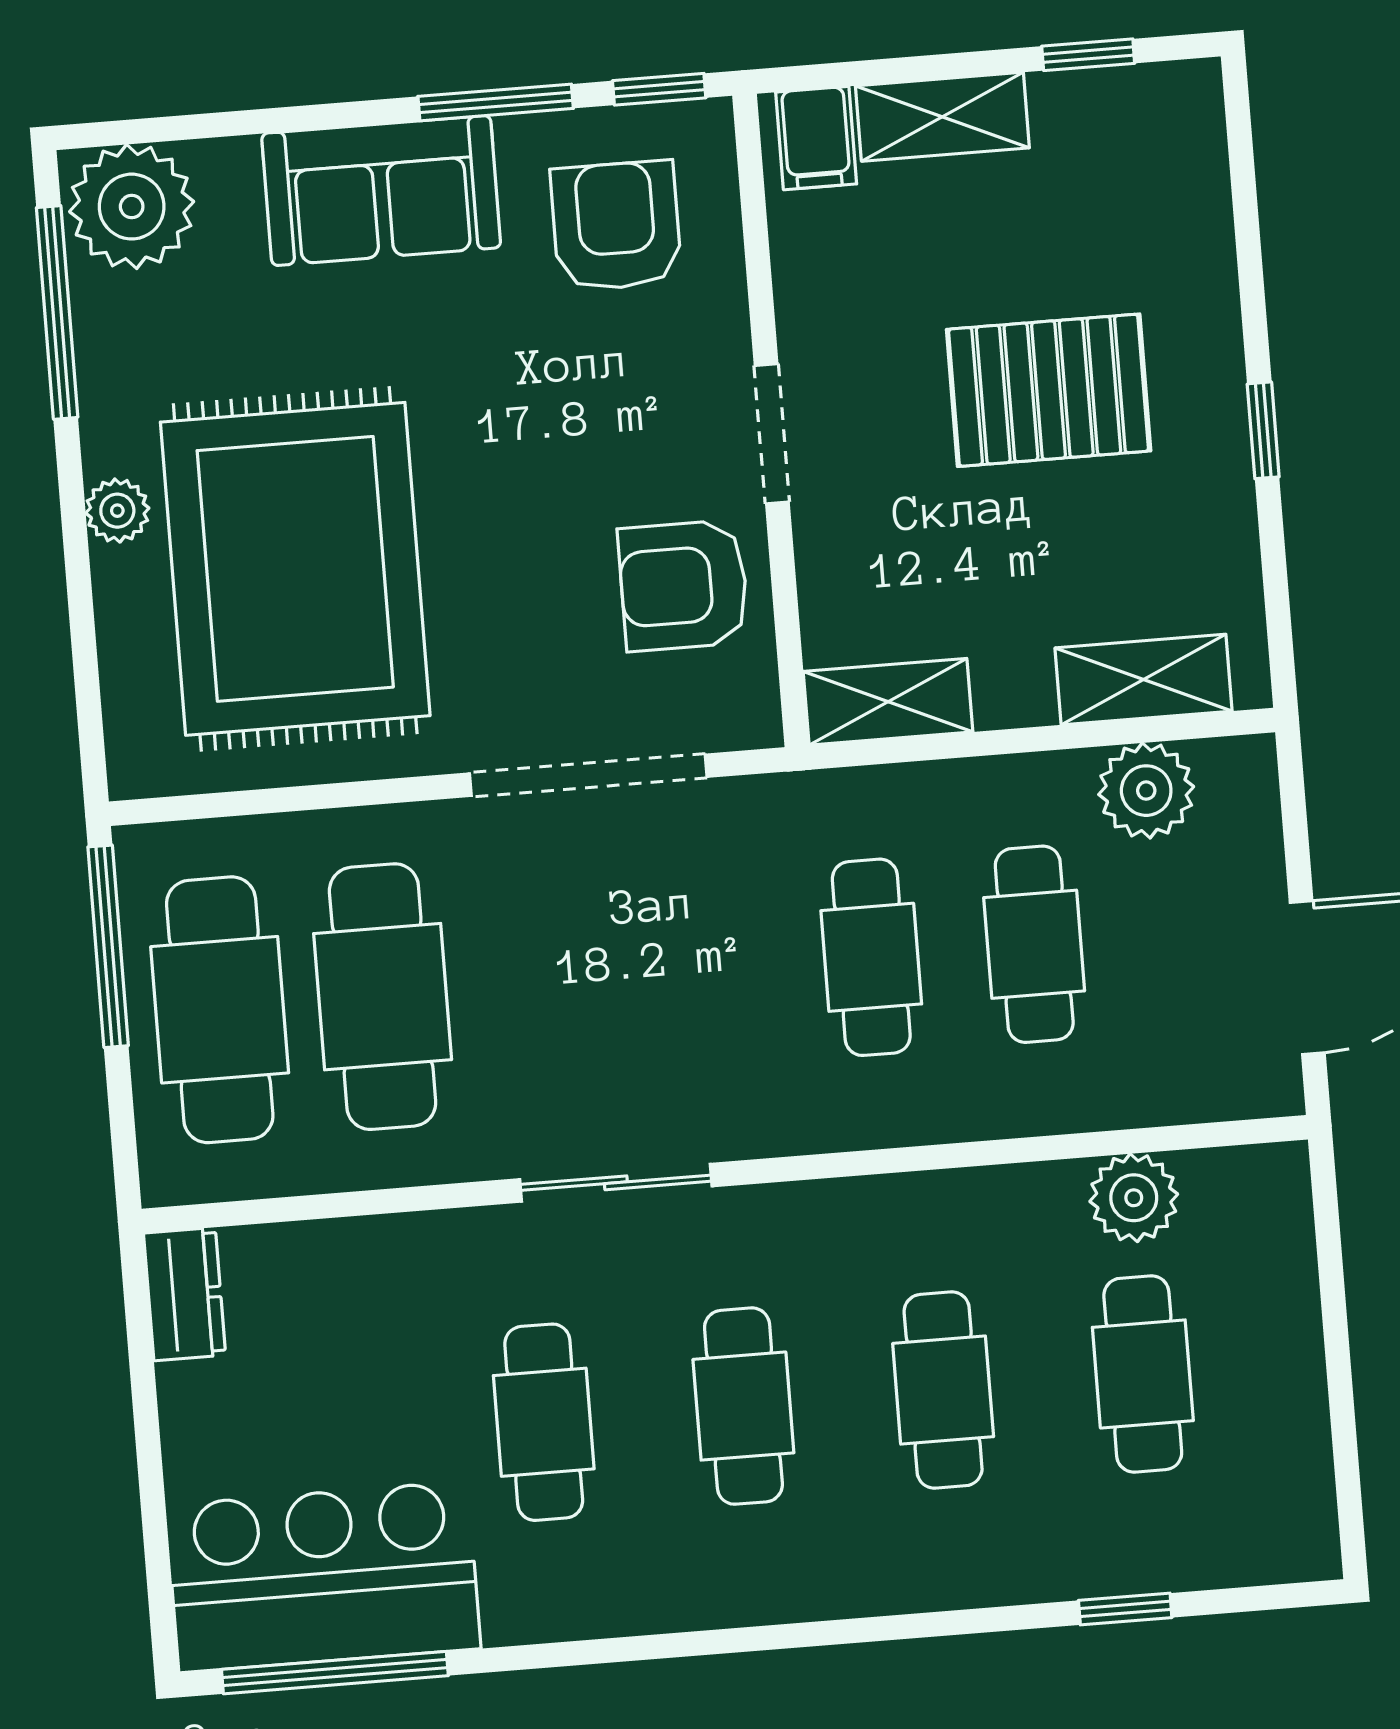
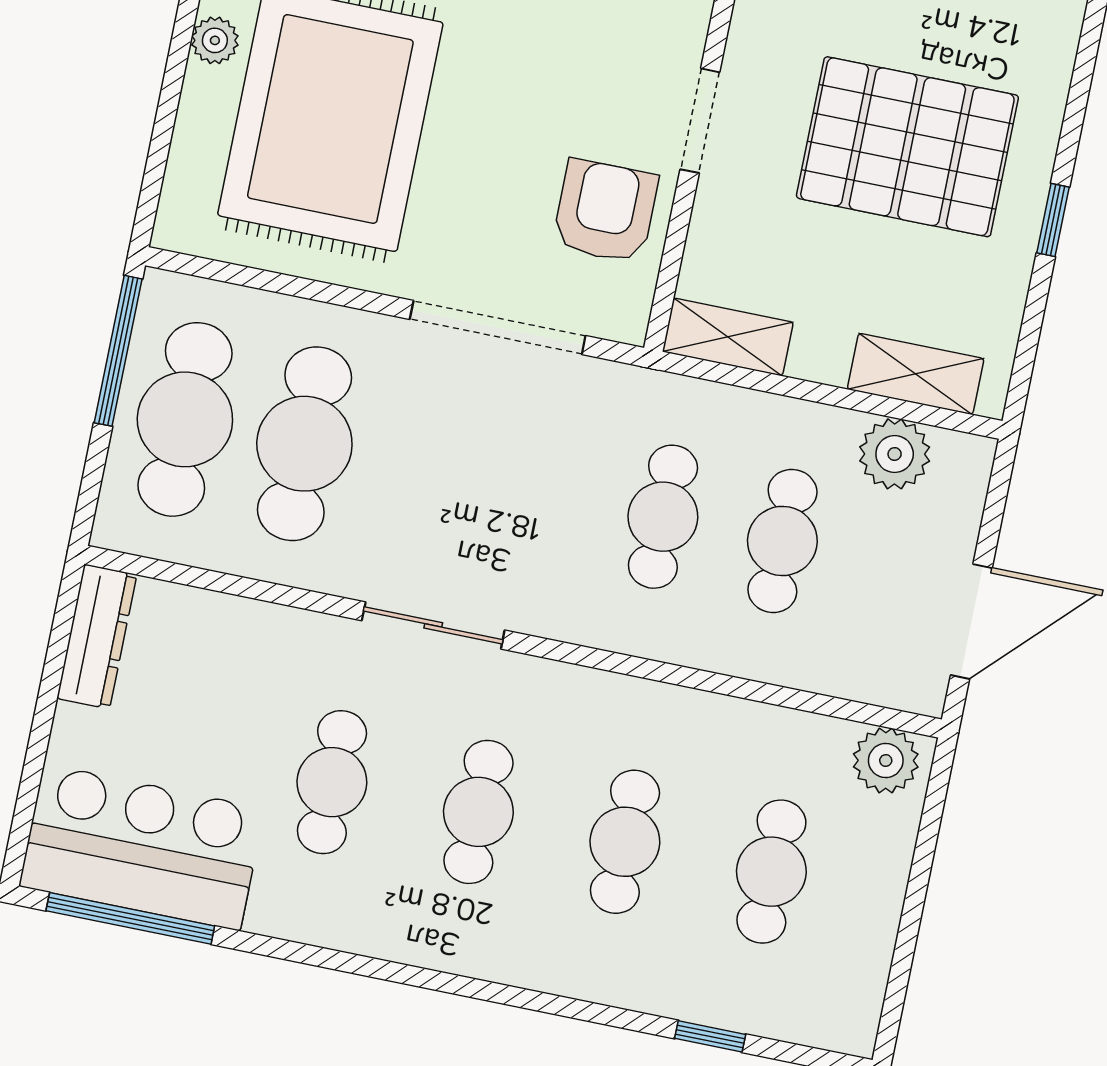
pallet: (1049, 390) -> (907, 147), width x1.37, depth x1.41
armchair: (683, 586) -> (605, 211), turned 90
plant: (1134, 1198) -> (886, 761), moved
dresser: (185, 1294) -> (97, 637), width x1.44

